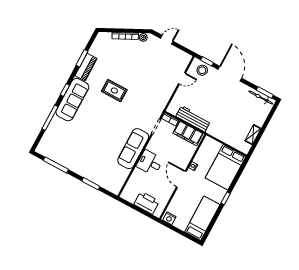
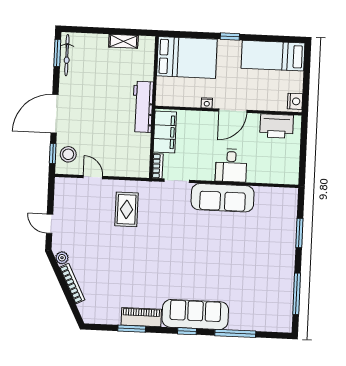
rug: (114, 91) -> (127, 209), moved
workbench: (193, 119) -> (143, 107), moved
printer: (147, 203) -> (277, 126), moved, turned -90

